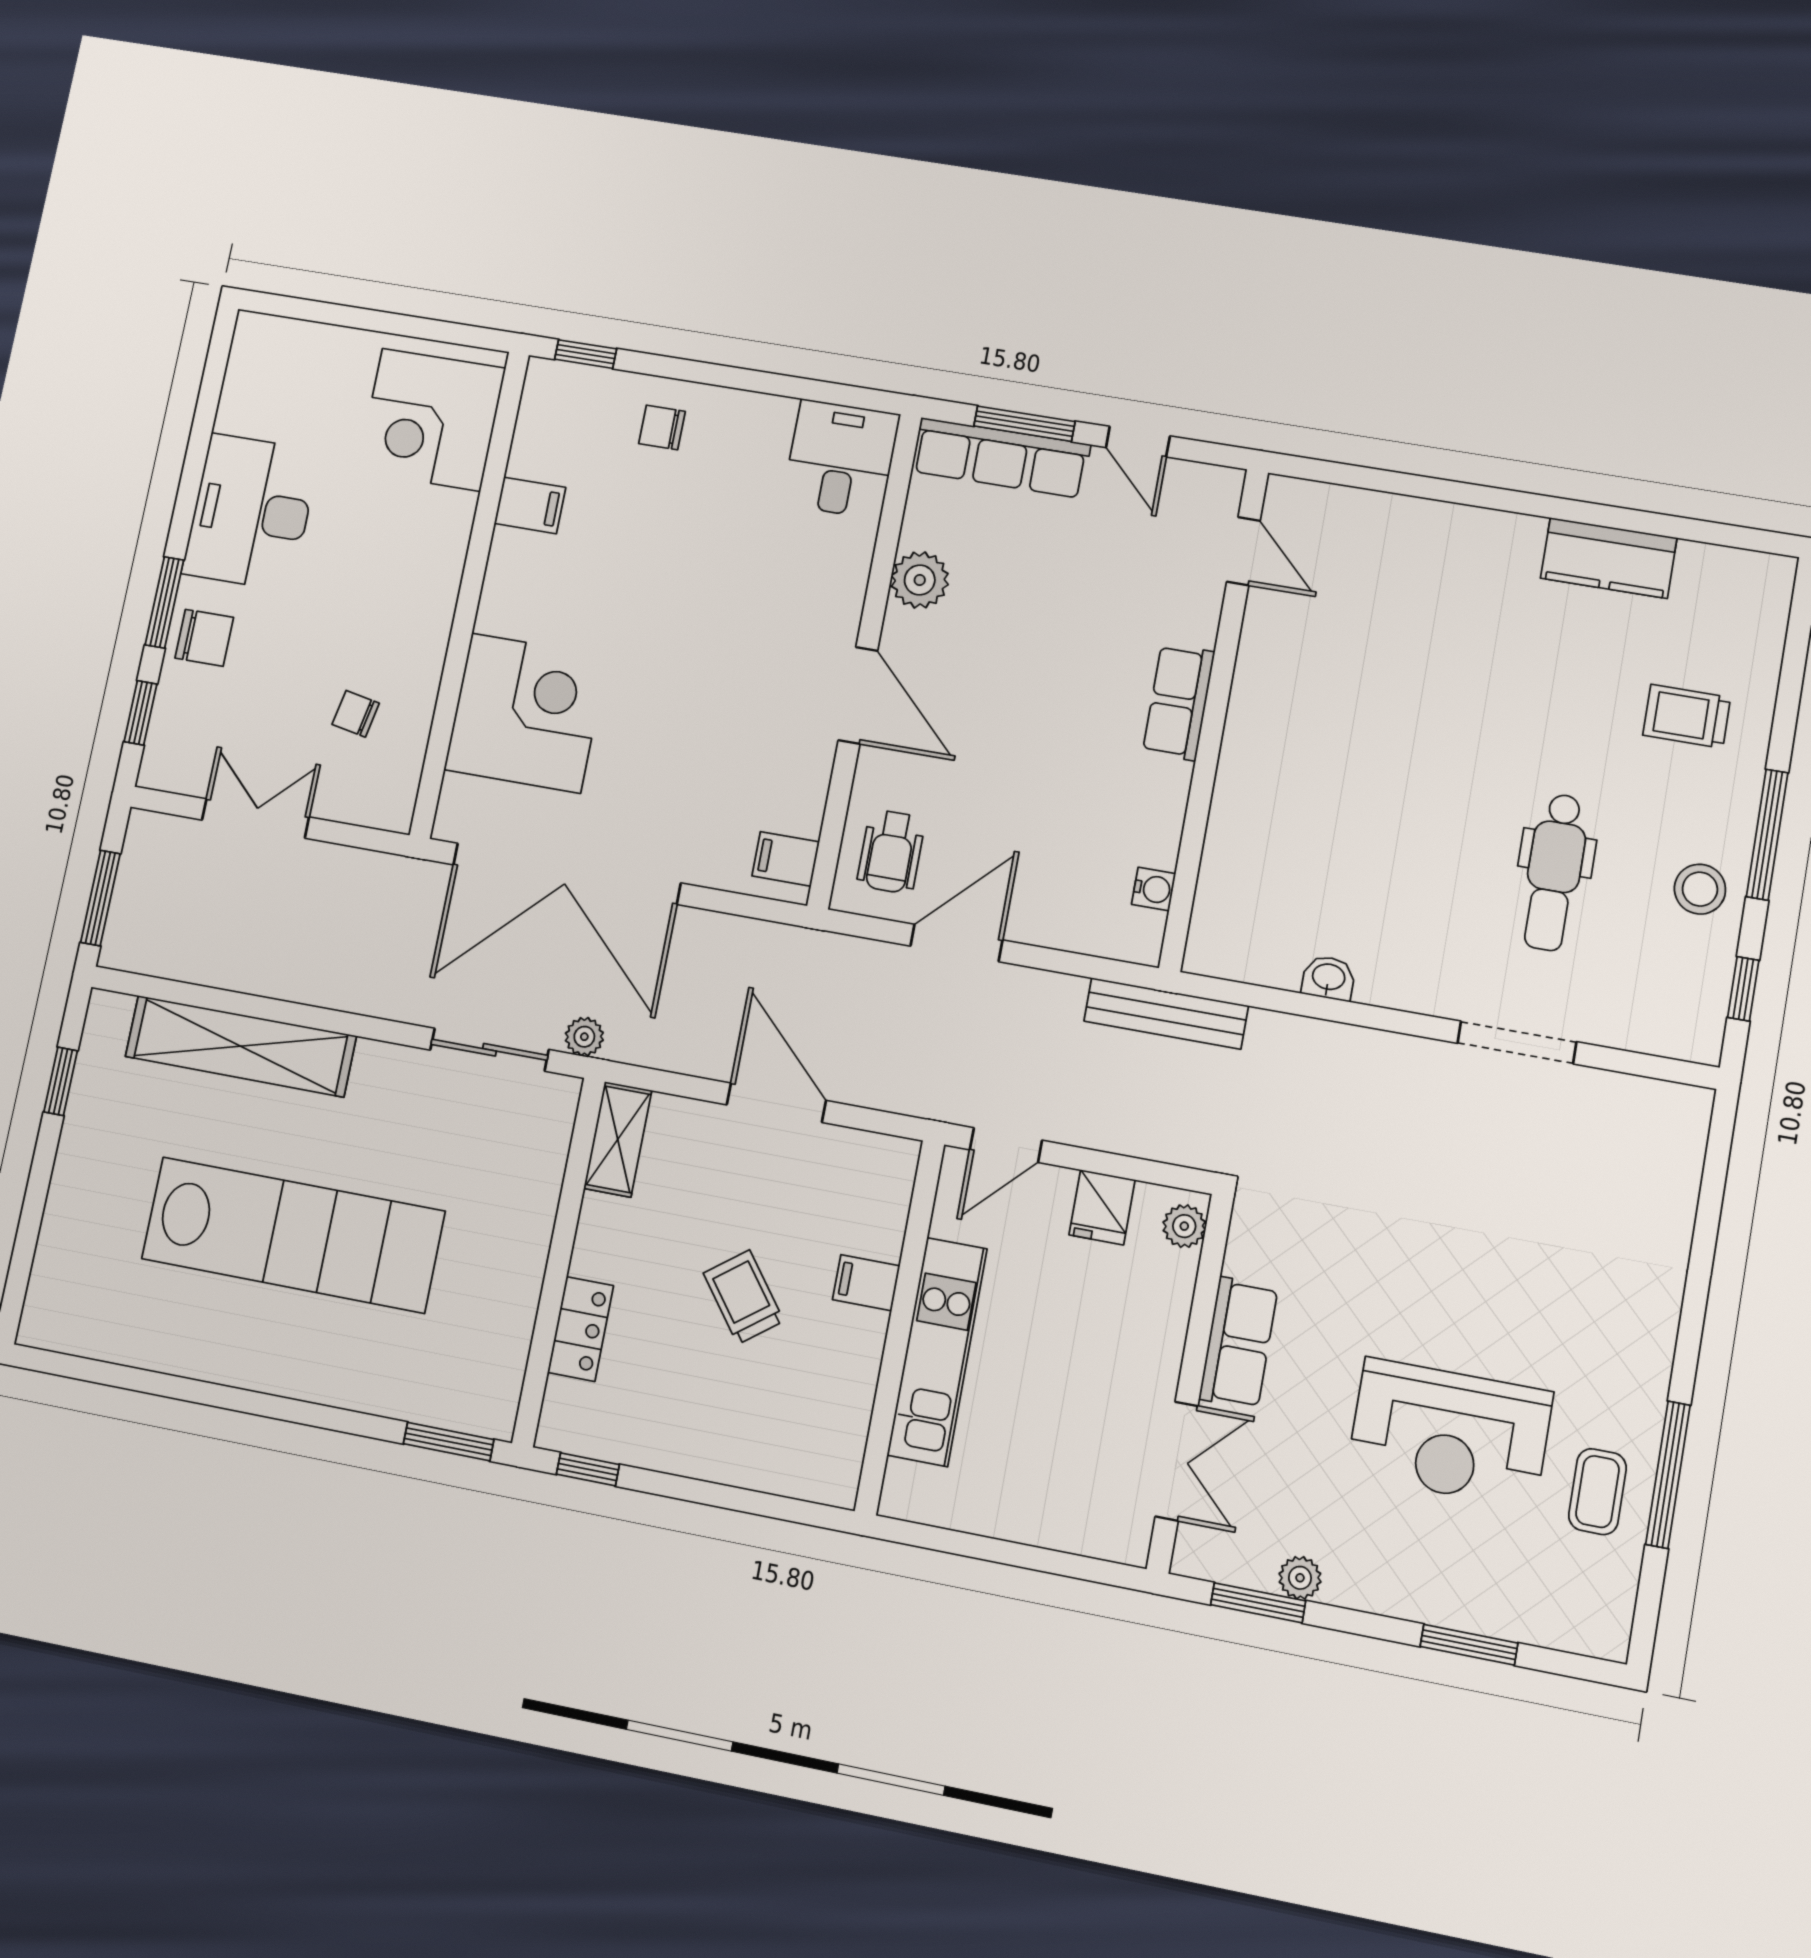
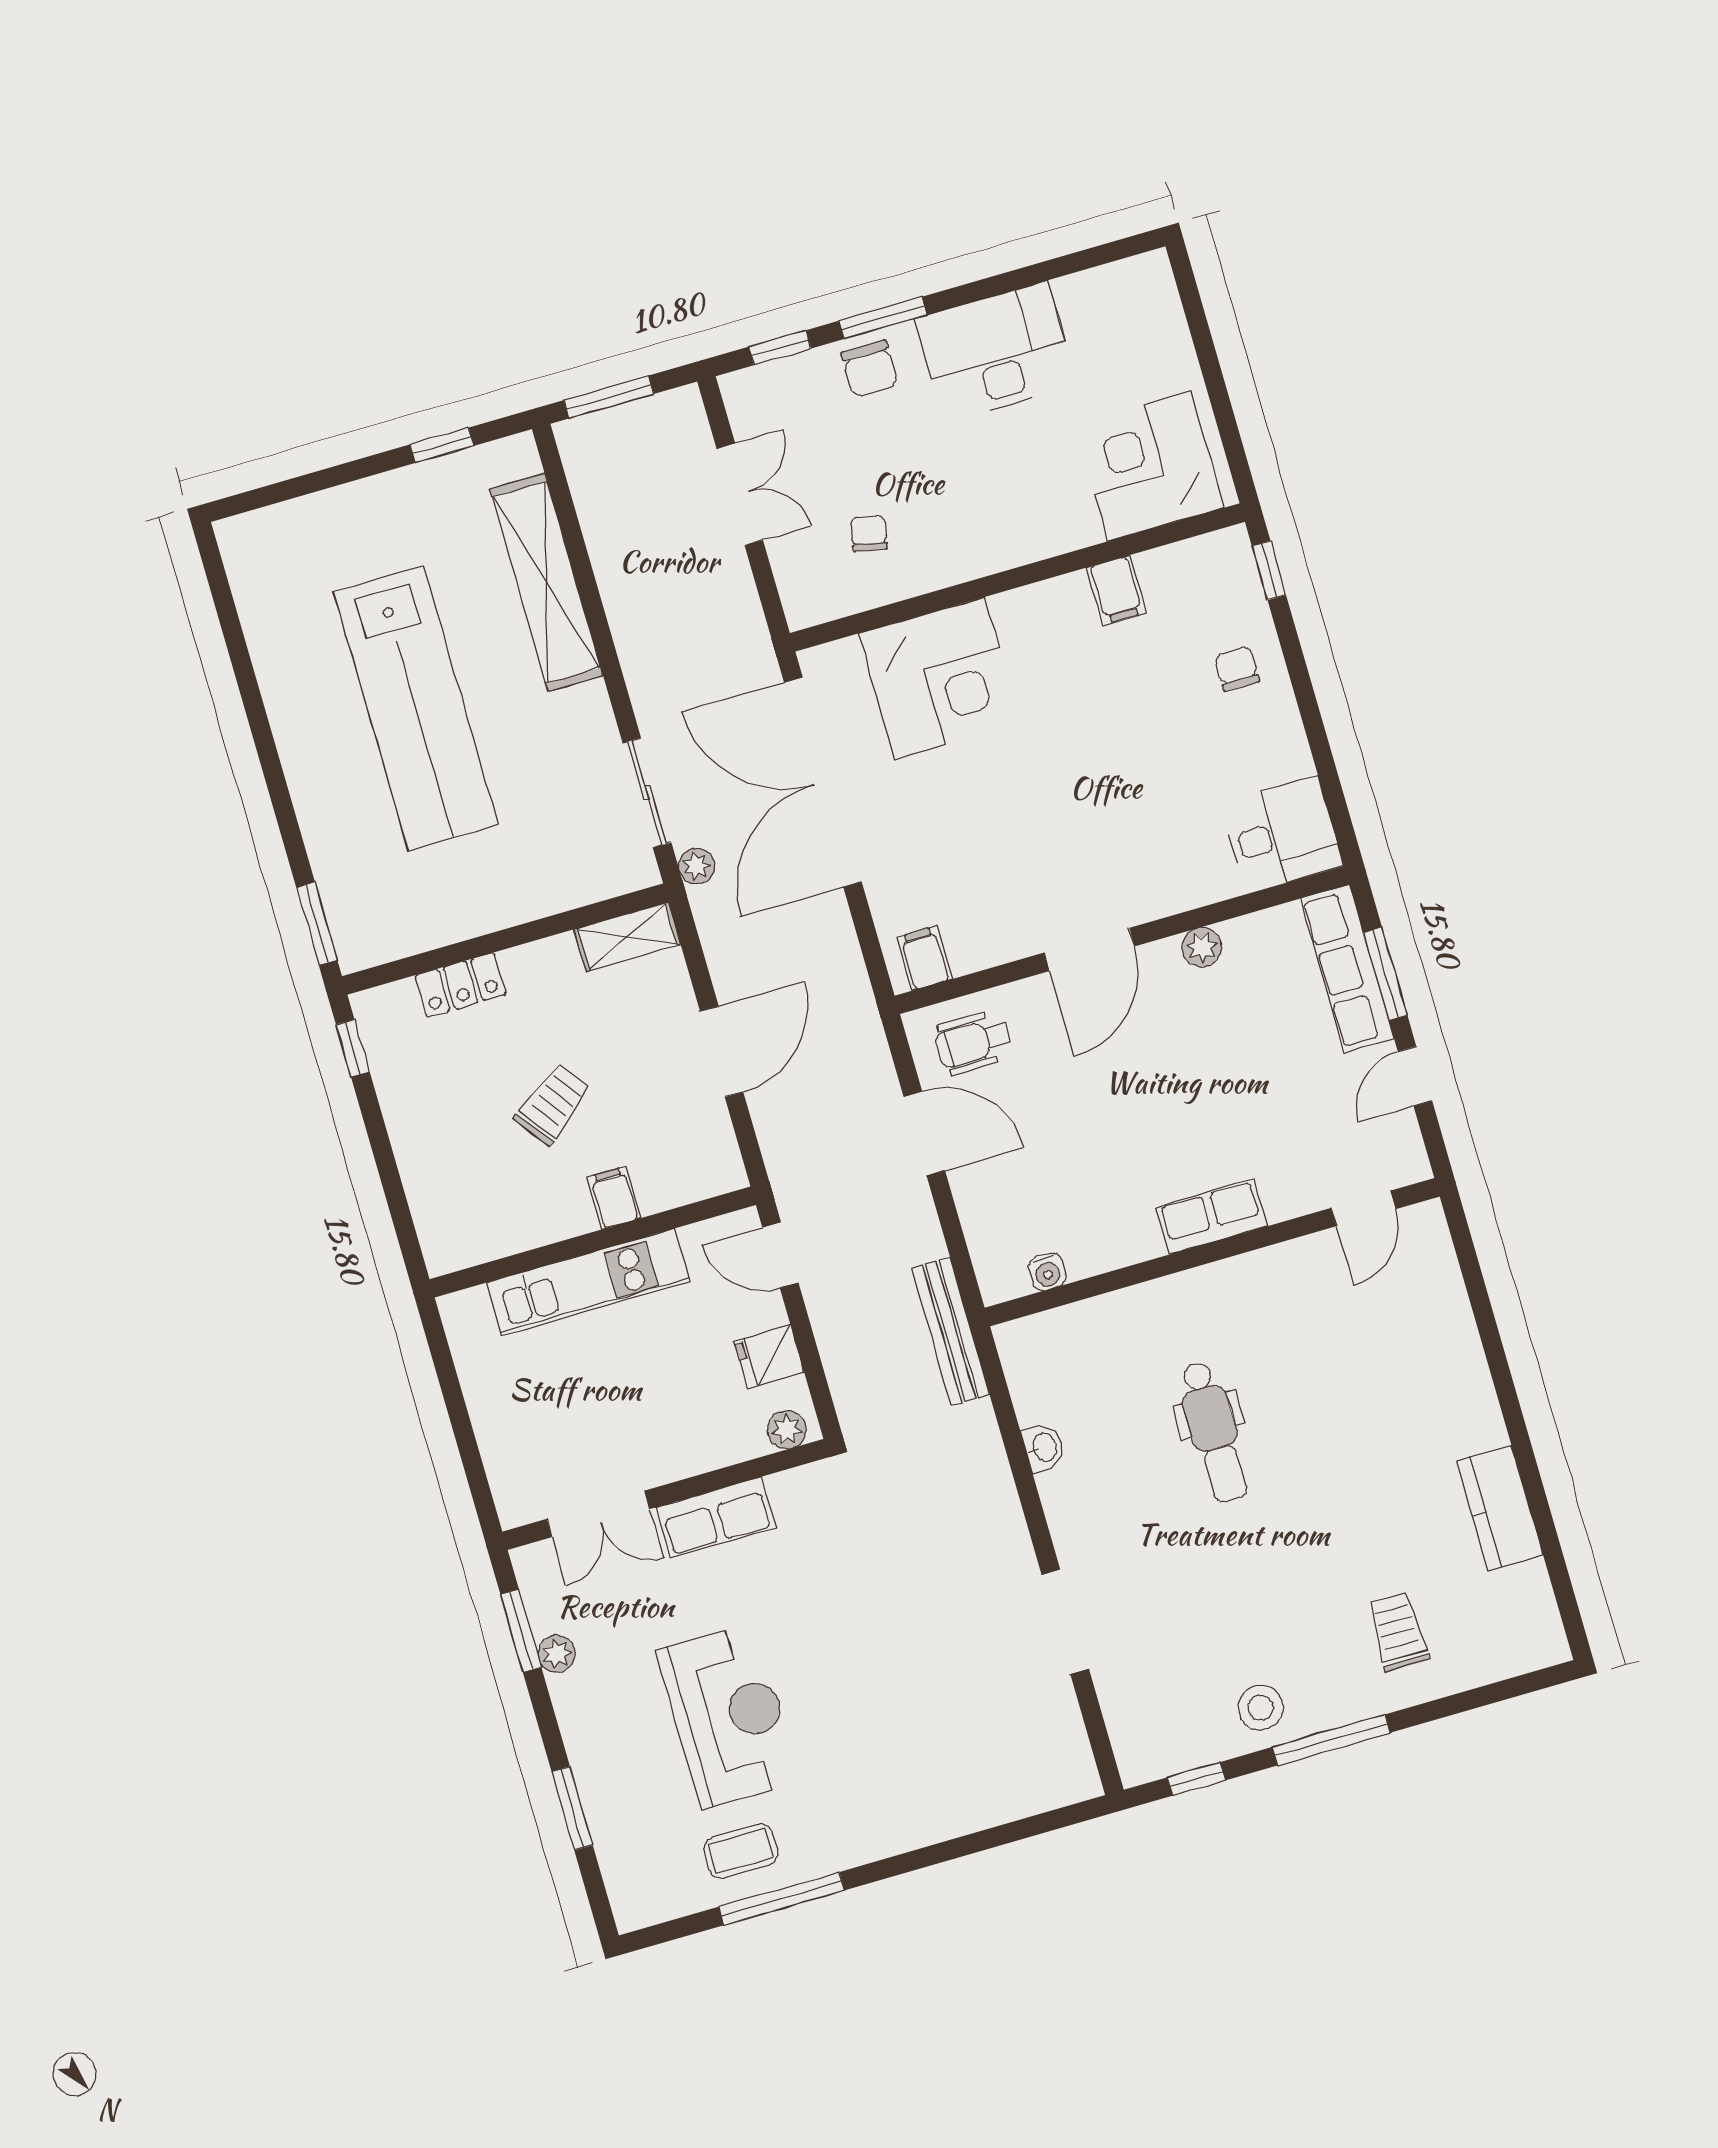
plant: (920, 580) -> (1202, 947), width x0.73, depth x0.73
dental chair: (1554, 872) -> (1213, 1432), moved, turned -90
reception desk: (1450, 1433) -> (728, 1716), turned 180

